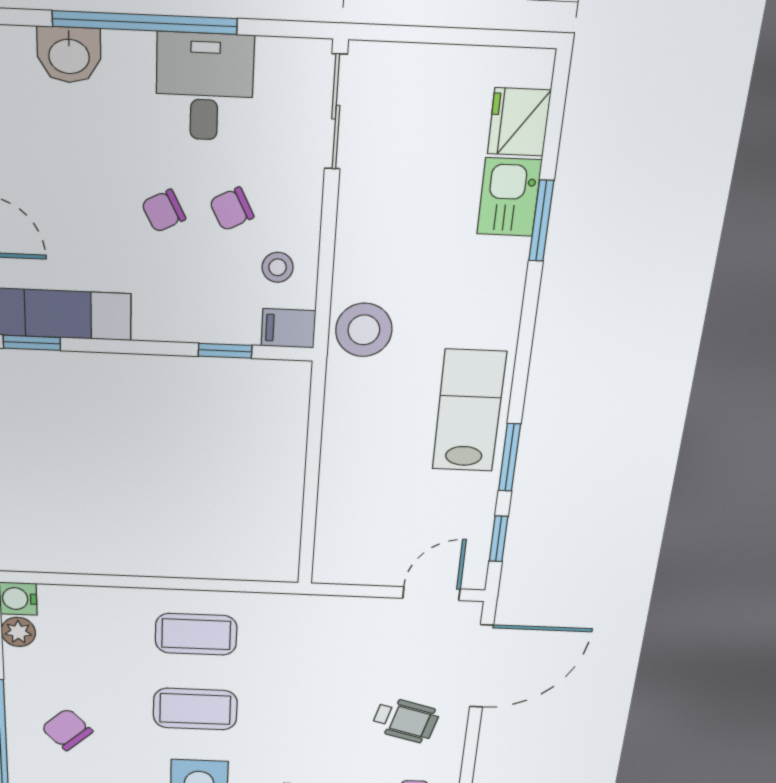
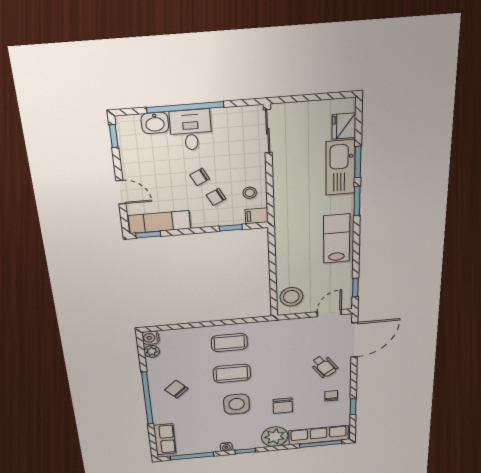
desk: (205, 87) -> (191, 130), moved
kitchen sink: (509, 197) -> (340, 168), width x1.88, depth x1.24
chair: (232, 209) -> (216, 197), moved
stool: (364, 330) -> (291, 297), moved
window: (509, 458) -> (357, 201), moved
wheelchair: (405, 720) -> (324, 366), turned 40

